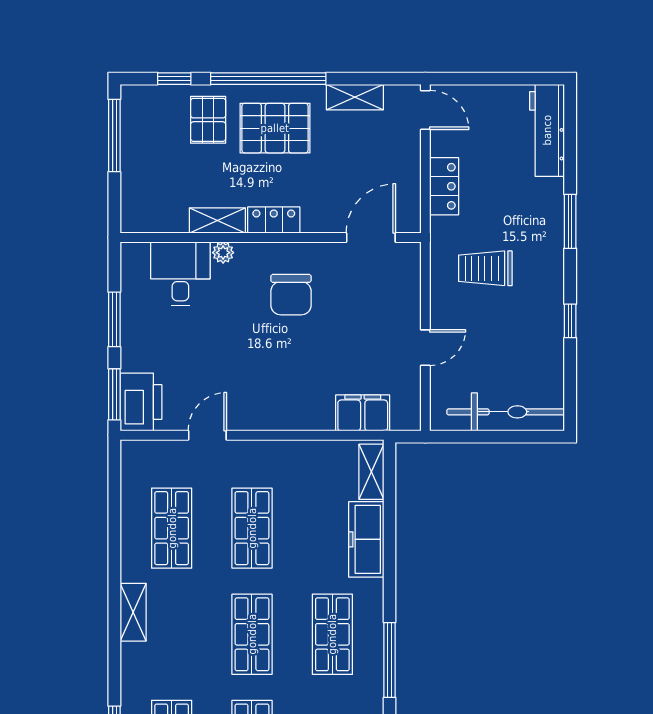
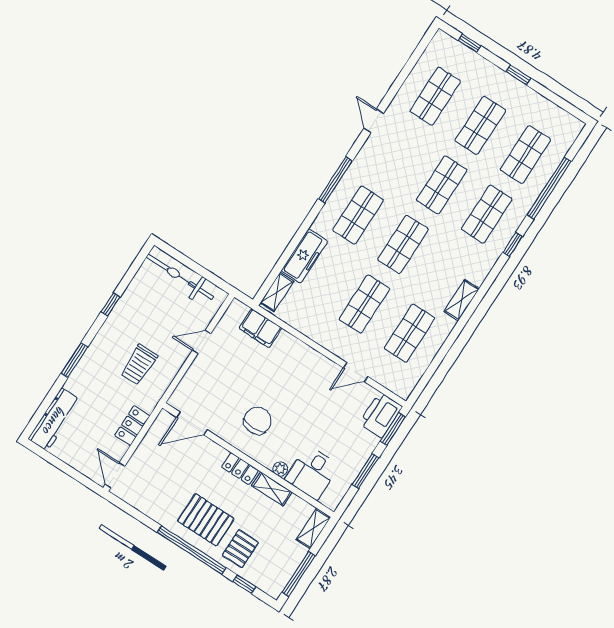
shelving: (355, 97) -> (313, 528), moved, turned 90
trolley: (485, 268) -> (139, 365), turned 90

